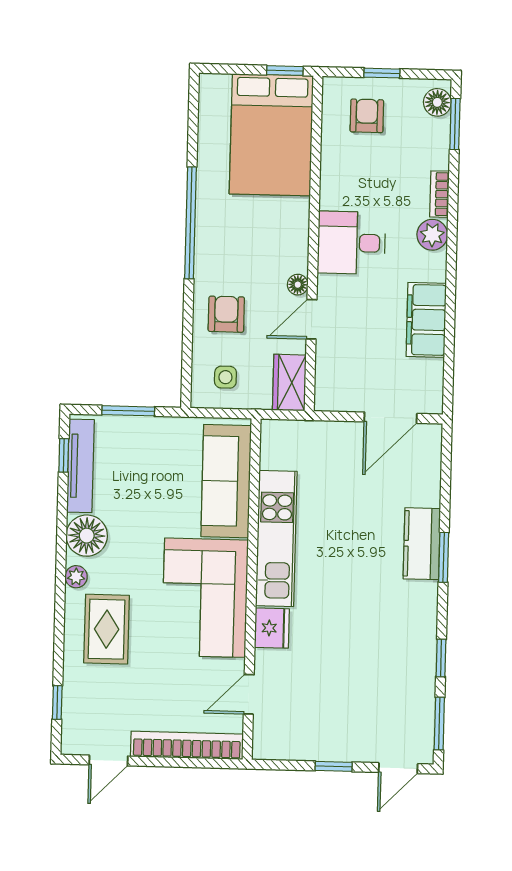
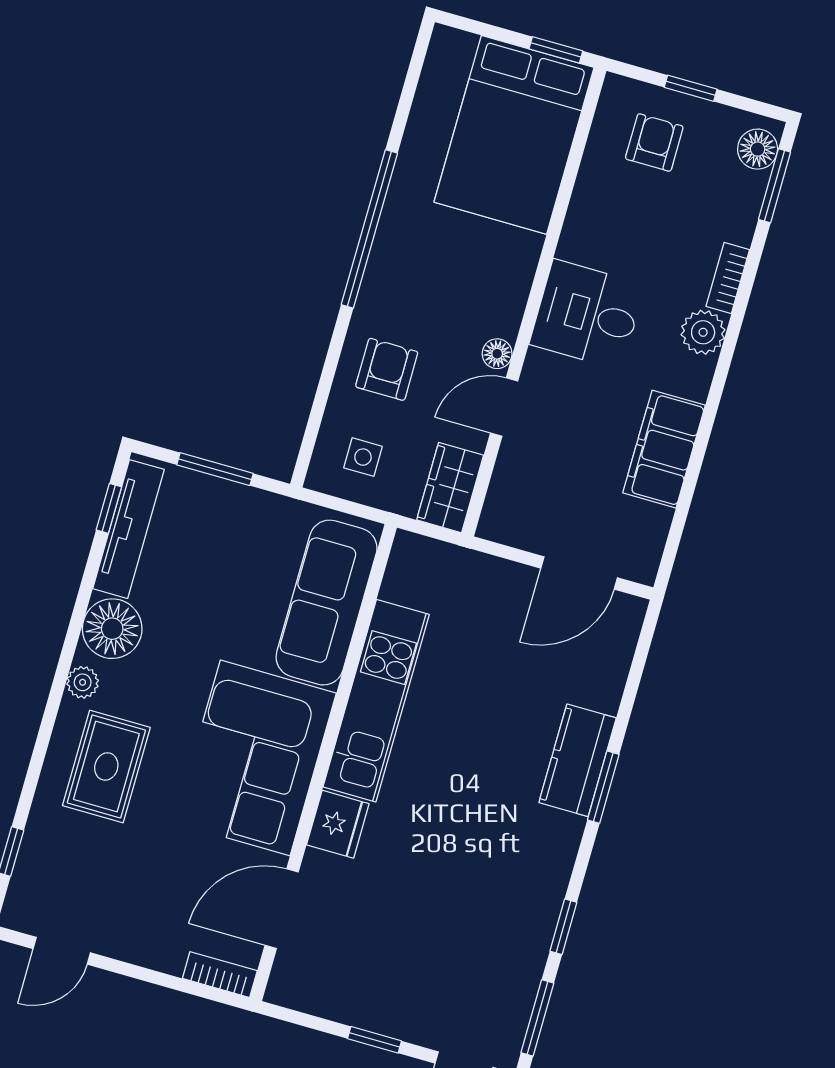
door: (249, 694) -> (282, 909), width x1.38
bookcase: (187, 745) -> (220, 975), width x0.43, depth x0.76

